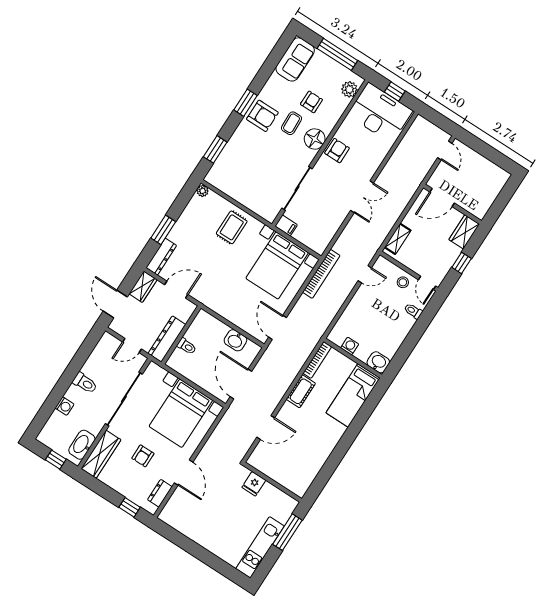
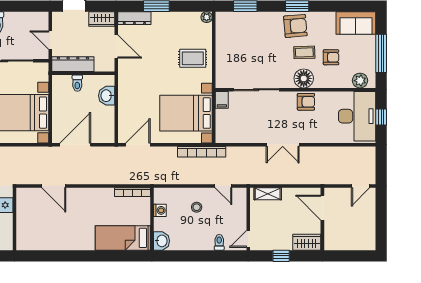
armchair: (262, 116) -> (295, 26), turned -95
stool: (403, 282) -> (197, 207), moved
washbasin: (235, 340) -> (107, 96), moved
cot: (301, 391) -> (100, 195), removed

